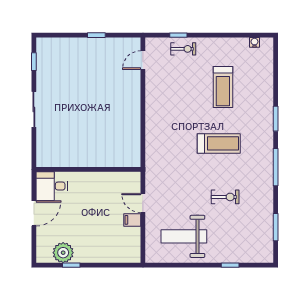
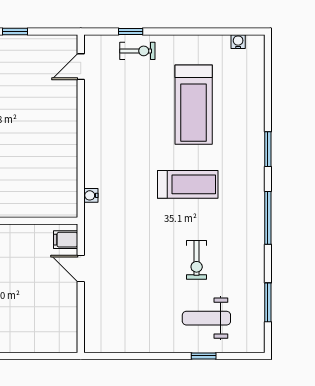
treadmill: (223, 87) -> (194, 105), width x1.37, depth x1.38
water cooler: (150, 151) -> (91, 195), added
exercise bike: (225, 197) -> (197, 260), turned 90
filing cabinet: (132, 220) -> (66, 240), moved
weight bench: (184, 236) -> (206, 318), moved, width x0.73, depth x0.75

